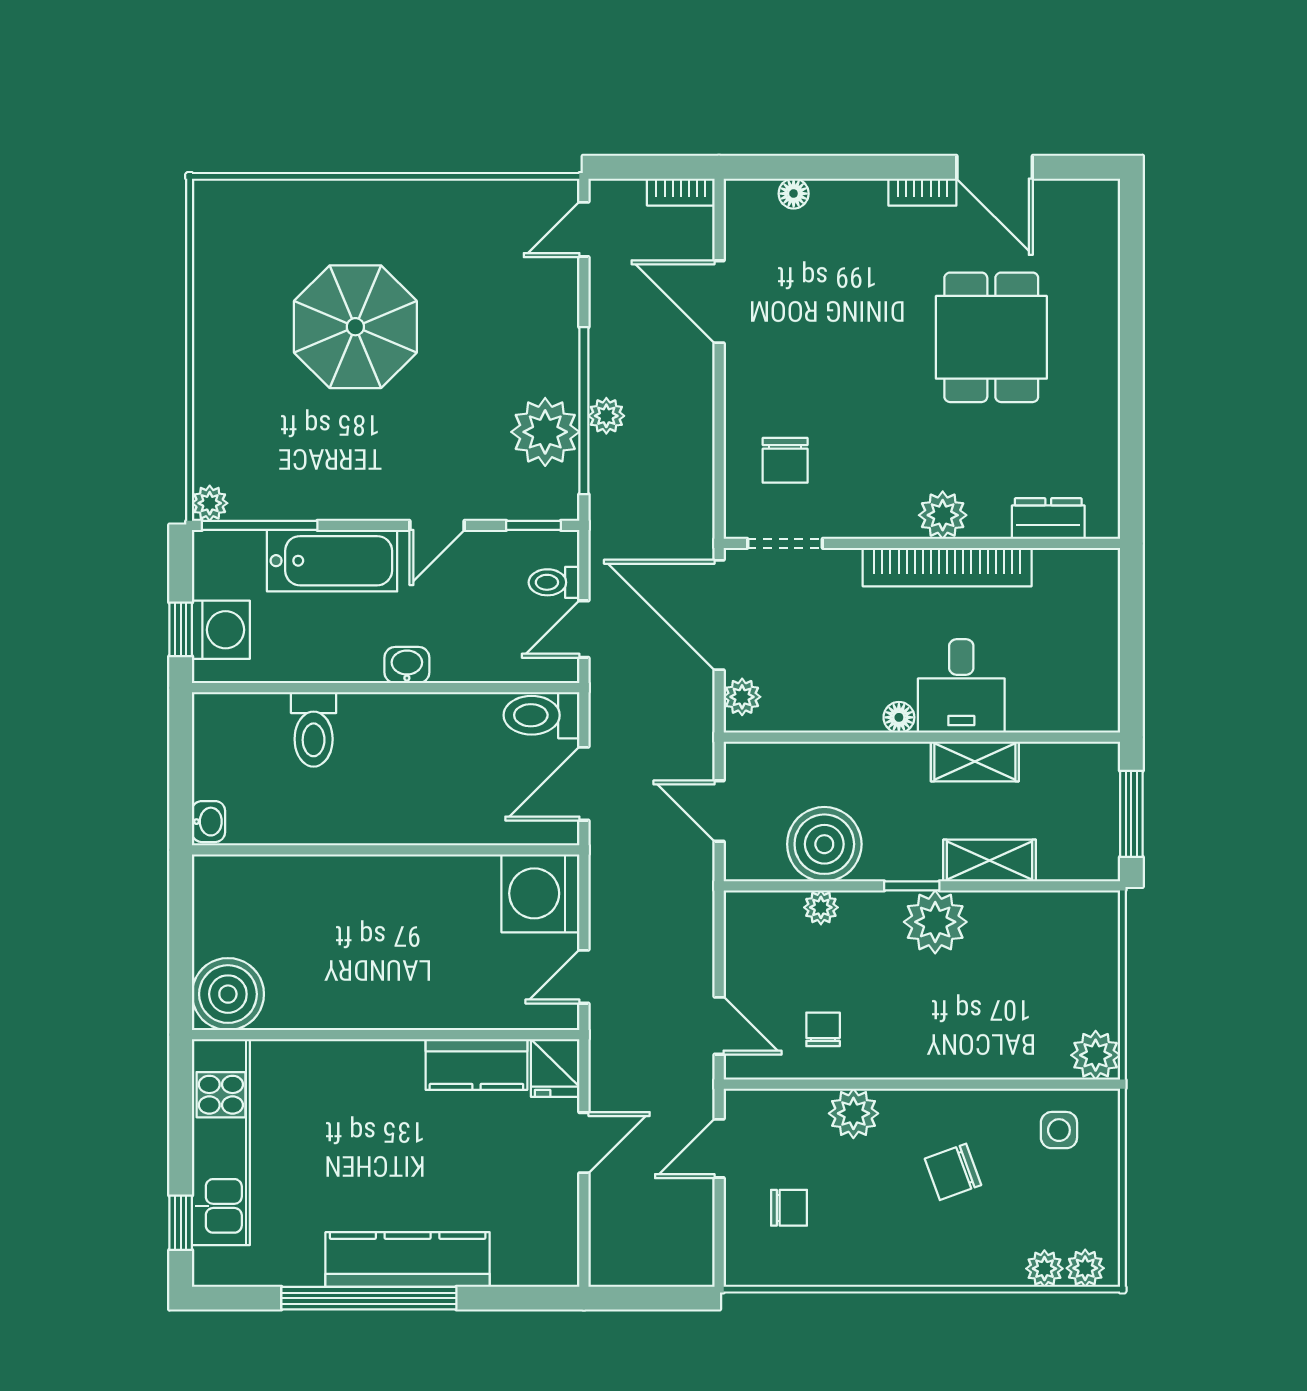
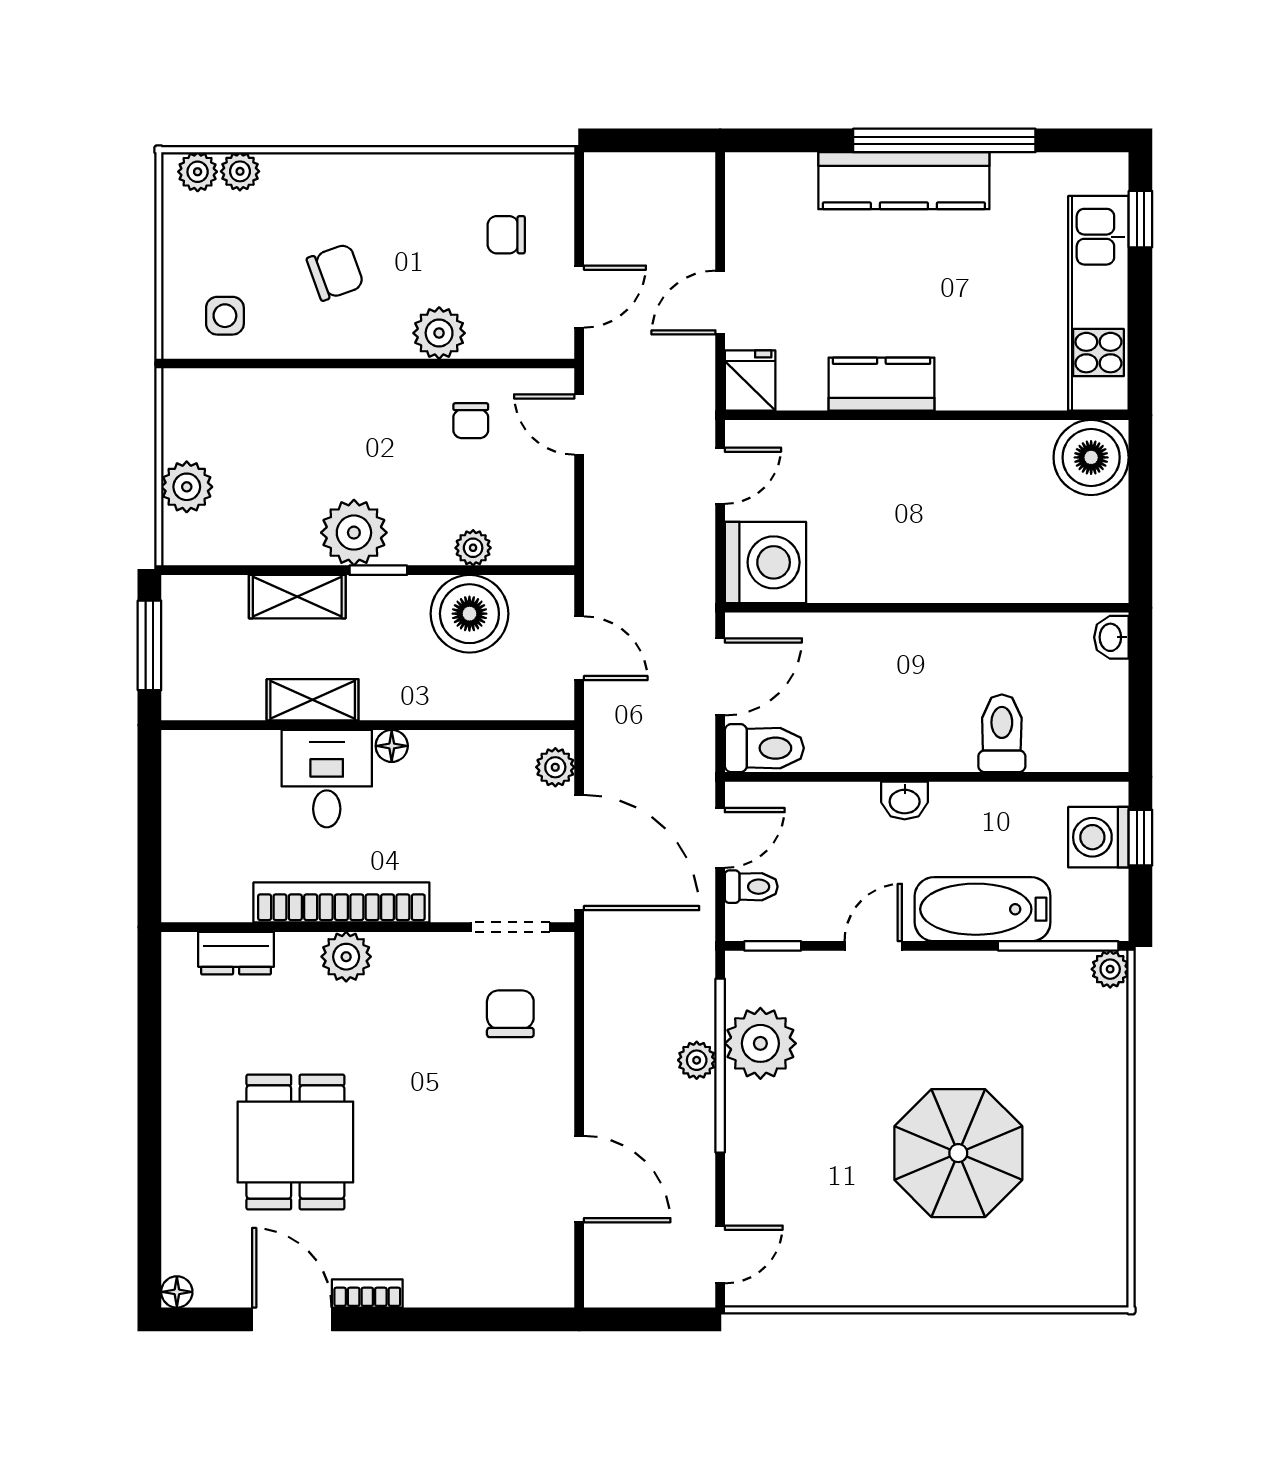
bookcase: (681, 192) -> (619, 1293), removed
floor lamp: (794, 194) -> (177, 1292), moved
plant: (1096, 1055) -> (187, 487), moved
kitchen counter: (476, 1065) -> (881, 384), moved

